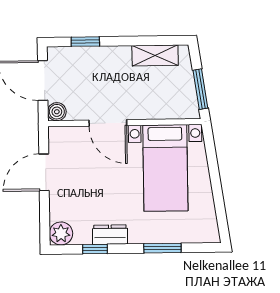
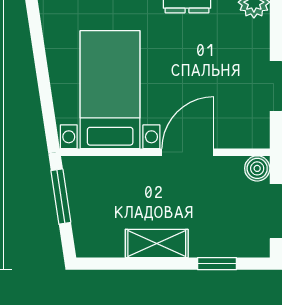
shelving: (155, 55) -> (157, 243), moved
door: (108, 123) -> (188, 152), hinge flipped

